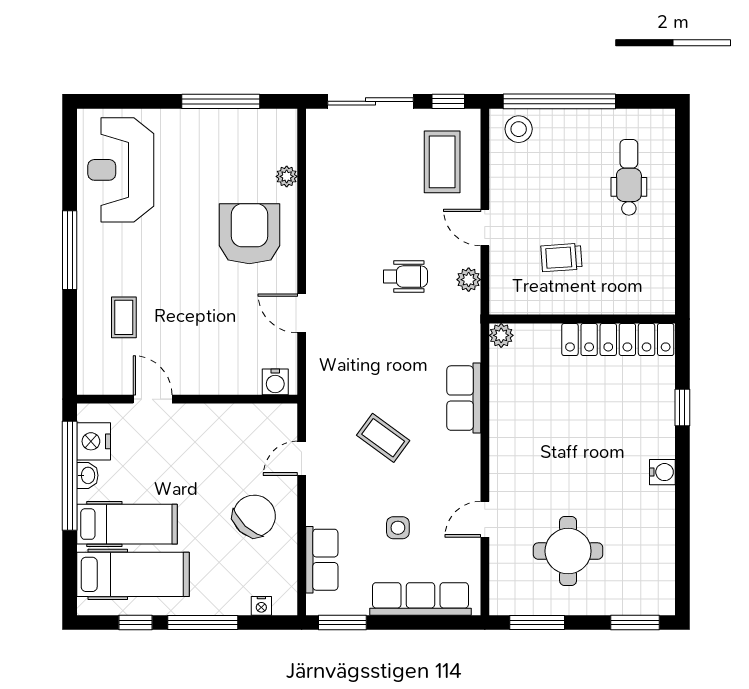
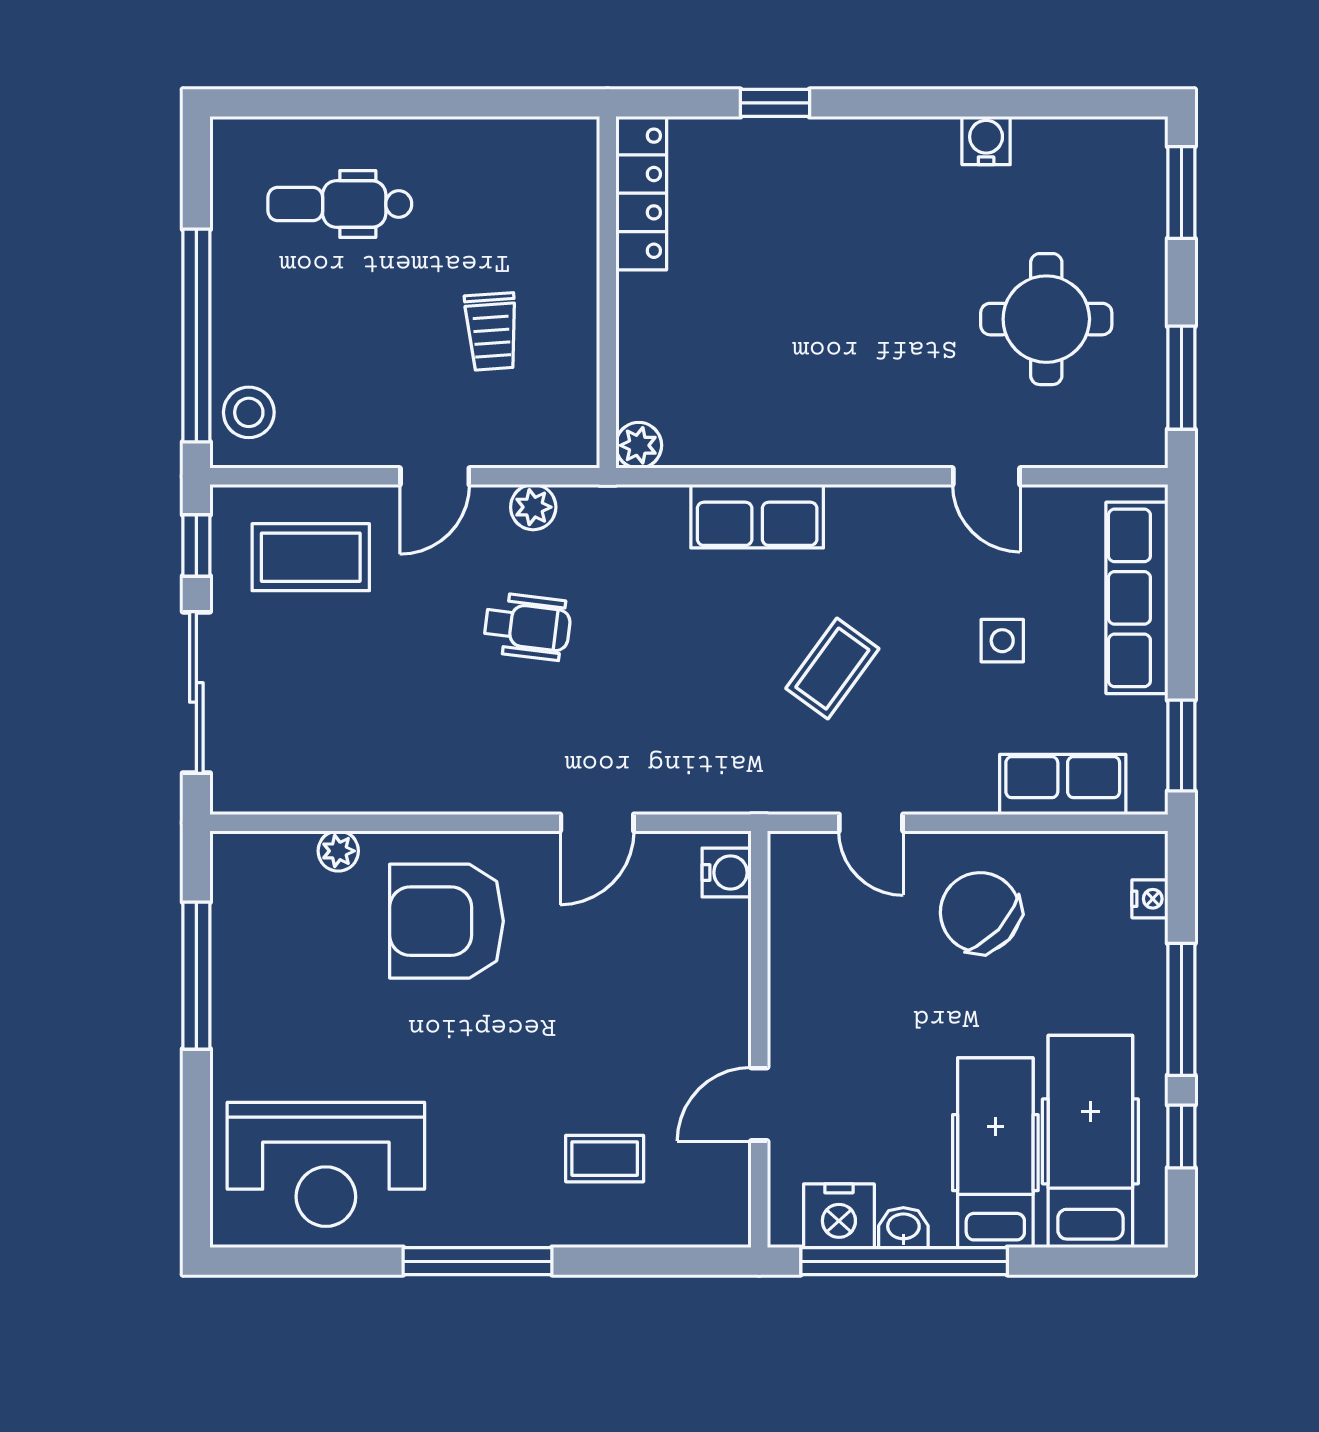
wheelchair: (405, 277) -> (527, 627), turned 97
locker: (618, 340) -> (641, 193), width x0.71, depth x0.83
water cooler: (662, 472) -> (986, 141), moved

